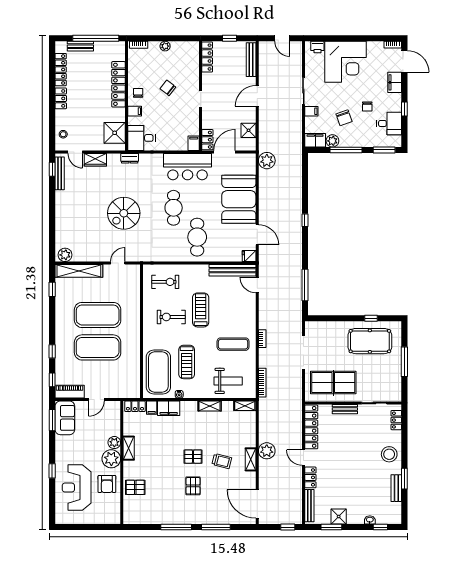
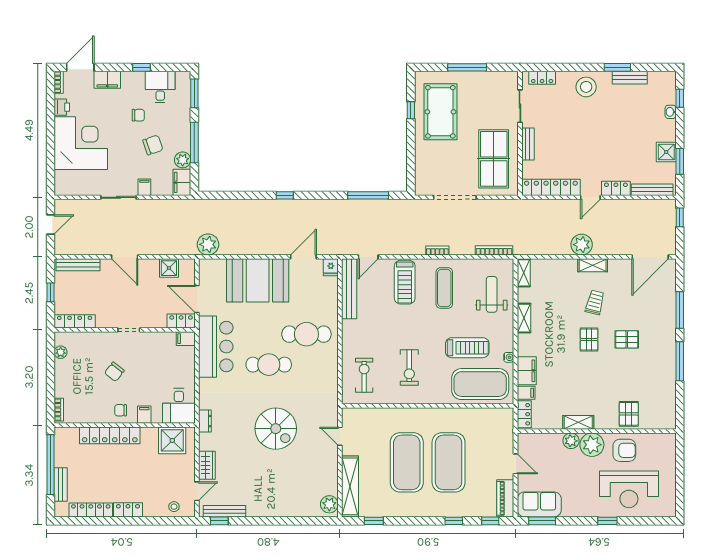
plant: (165, 46) -> (61, 352), moved
printer: (317, 47) -> (62, 107), moved
treadmill: (201, 310) -> (405, 282), moved, turned -90

